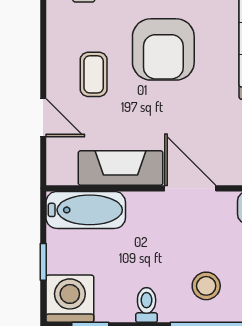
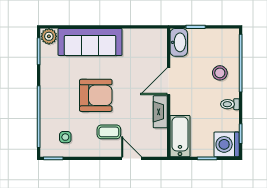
door: (43, 118) -> (132, 158), hinge flipped
fireplace: (121, 168) -> (160, 112), width x0.73, depth x0.76

